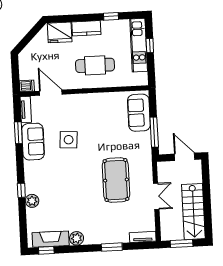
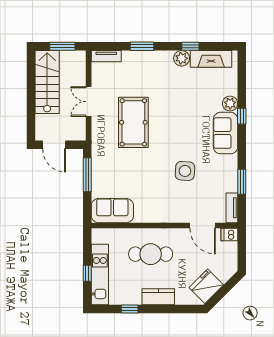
fridge: (60, 32) -> (206, 286), moved, turned -45
sofa: (139, 113) -> (112, 211), moved, turned -90
sofa: (33, 142) -> (226, 133), moved
window: (46, 250) -> (190, 46), moved

